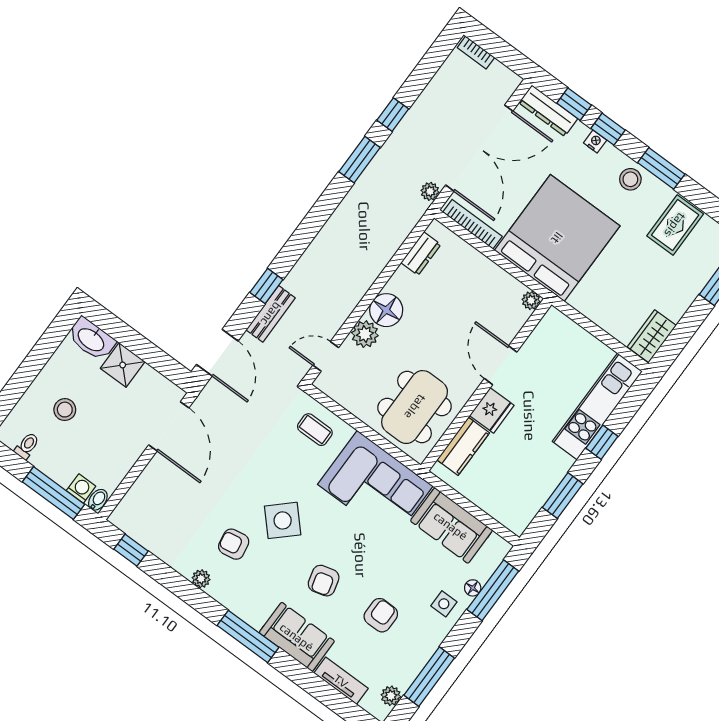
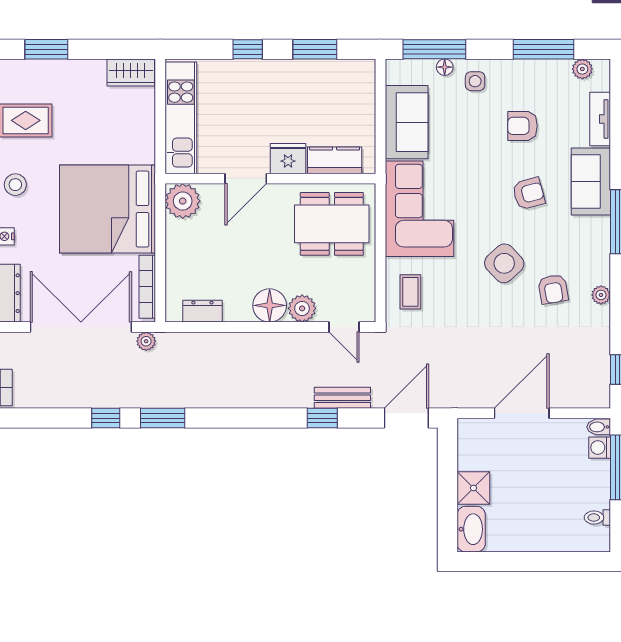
plant: (531, 301) -> (183, 201), width x1.87, depth x1.87
kitchen unit: (597, 406) -> (181, 118), moved, turned -90
stool: (65, 410) -> (545, 508), removed
door: (169, 426) -> (522, 413), moved

